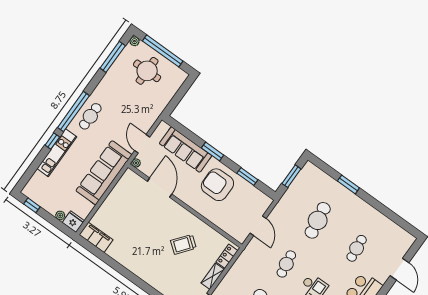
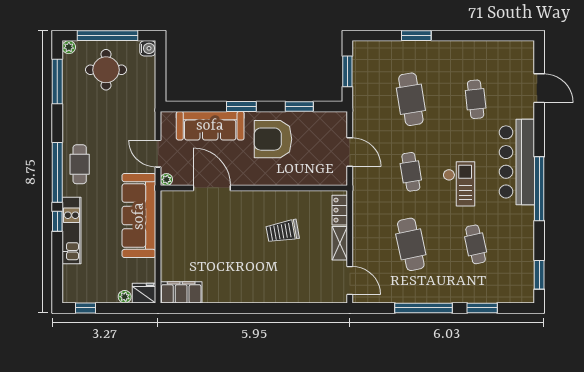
water cooler: (181, 76) -> (148, 48), added
trolley: (183, 244) -> (283, 231), turned 42

